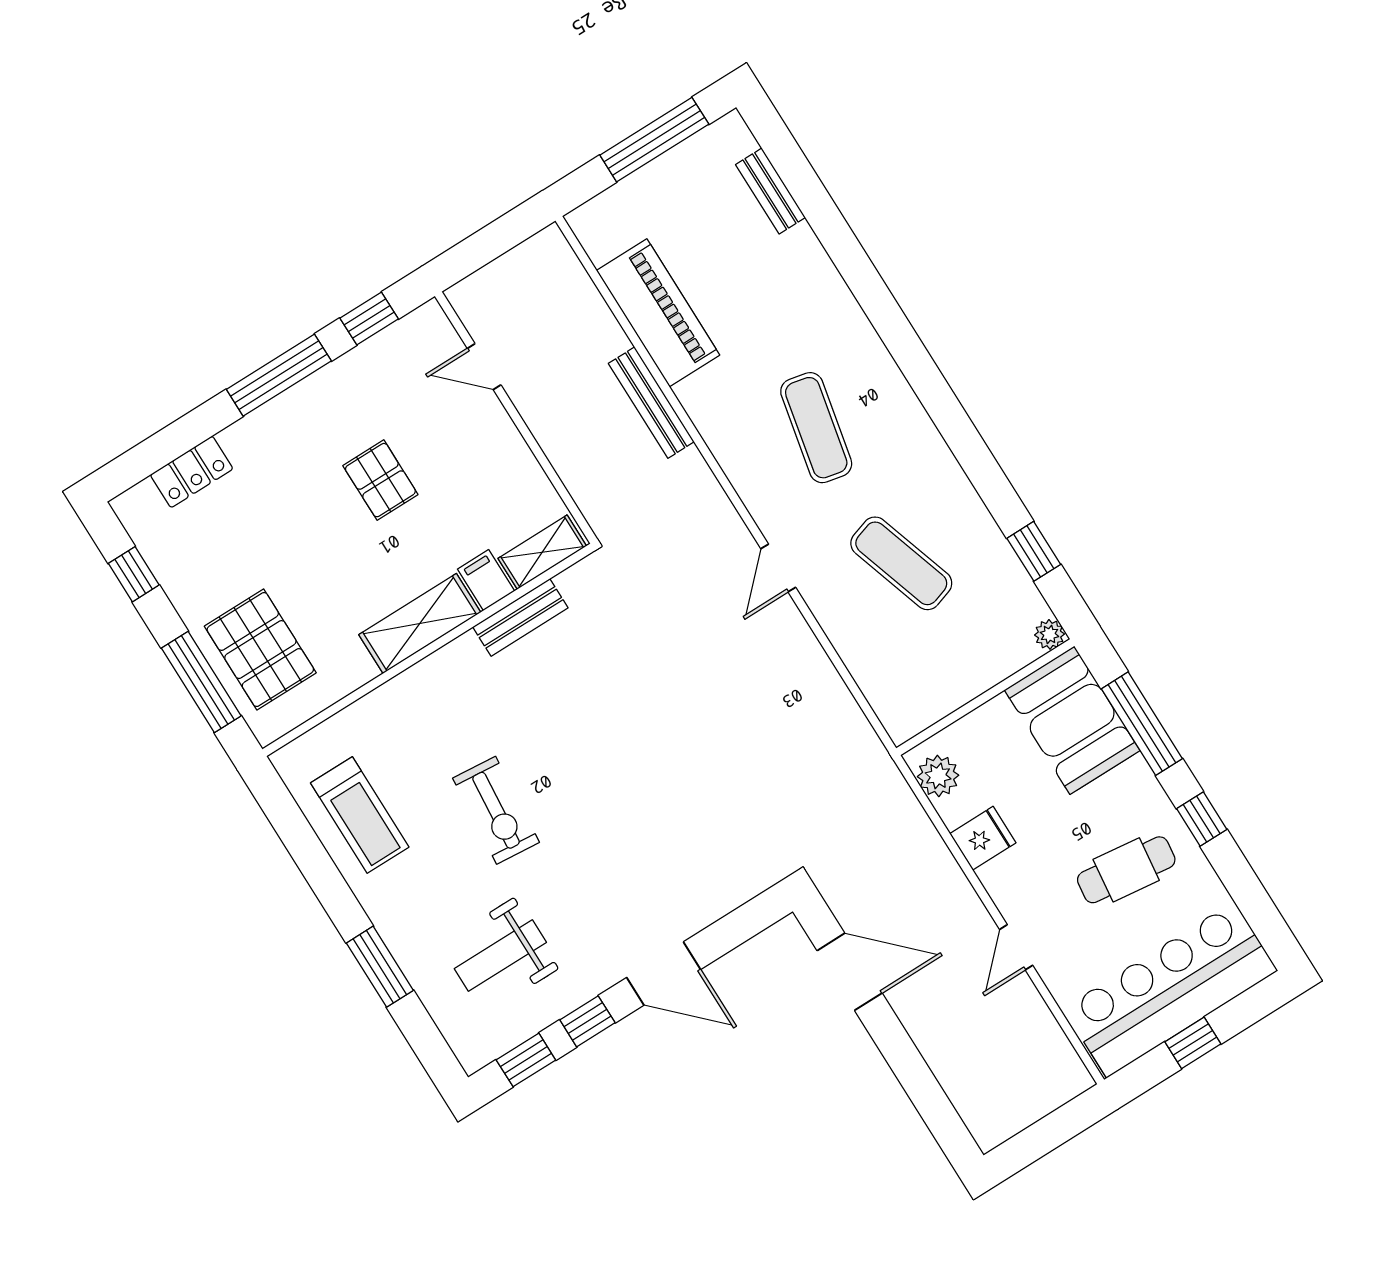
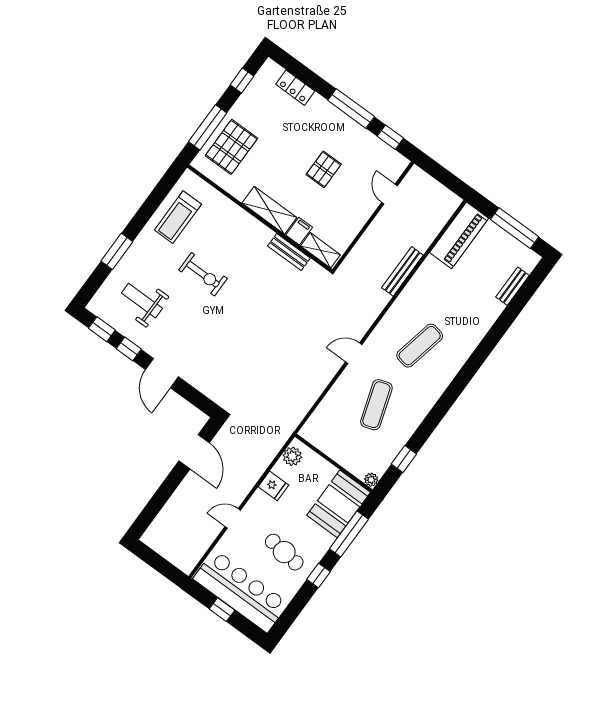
piano: (658, 313) -> (459, 235), moved
exercise bike: (496, 810) -> (203, 274), turned -95

